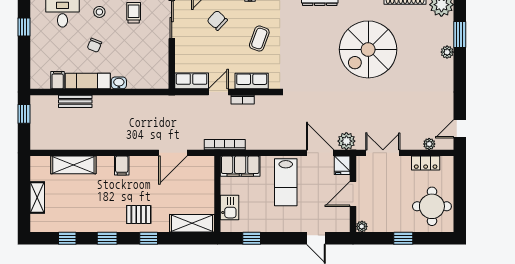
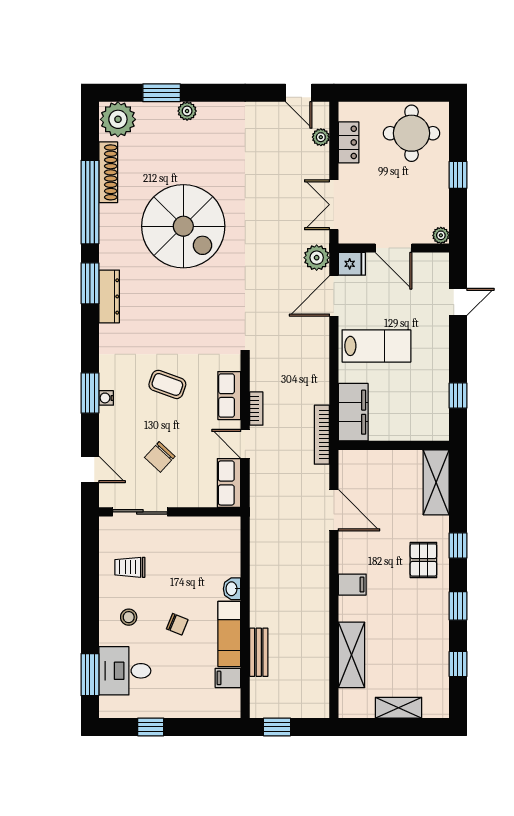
chair: (217, 20) -> (160, 457), moved
kitchen sink: (229, 208) -> (413, 428), removed

